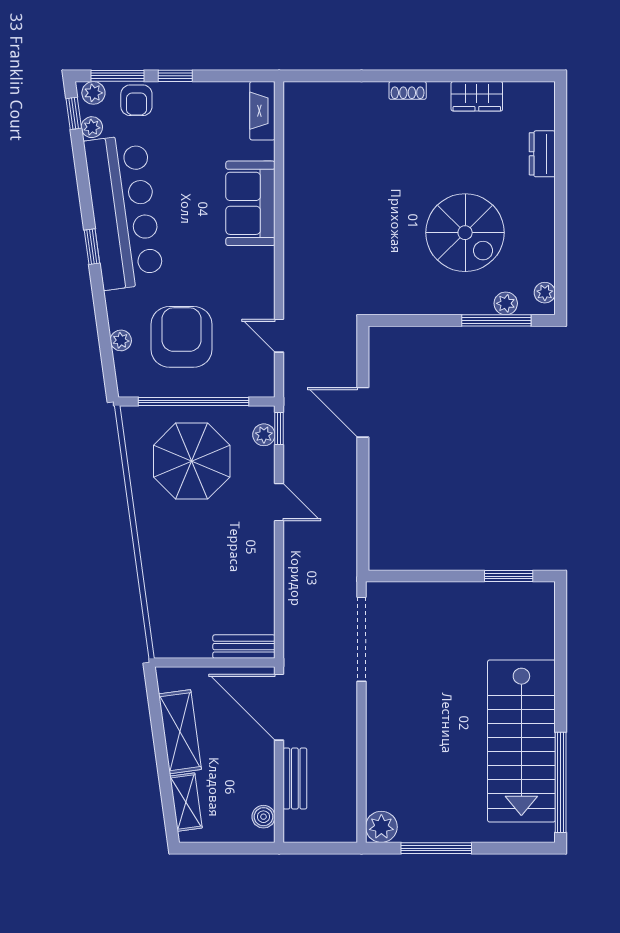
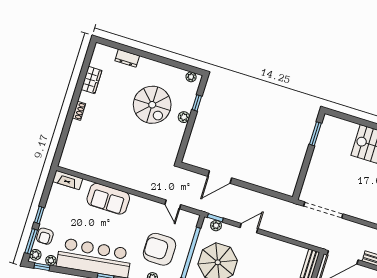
armchair: (136, 100) -> (45, 236), turned 90
spiral stairs: (465, 233) -> (152, 105), turned 90
plant: (506, 303) -> (184, 117), moved
window: (496, 320) -> (197, 103), width x0.46
door: (279, 336) -> (173, 204), hinge flipped

